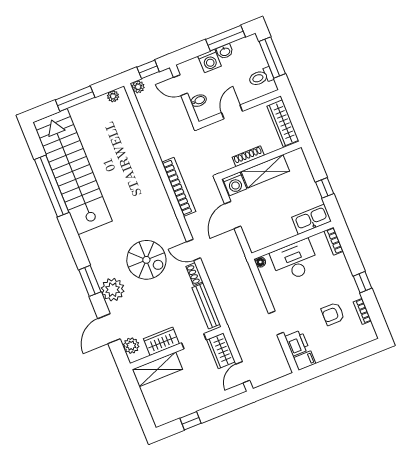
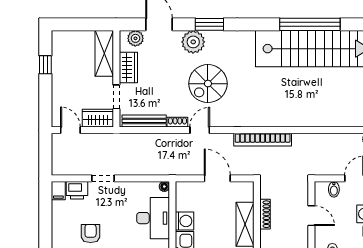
washing machine: (235, 184) -> (184, 221), moved, turned 180

